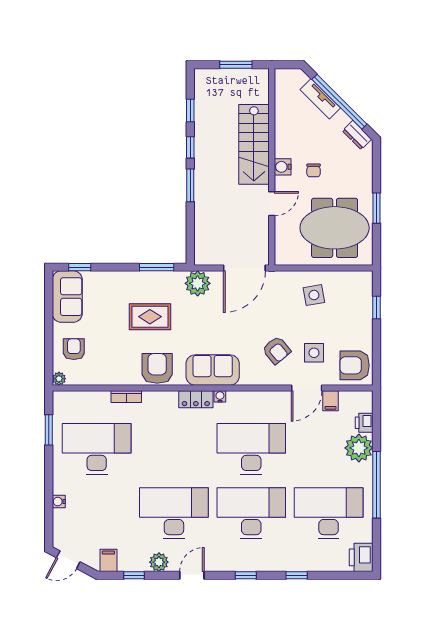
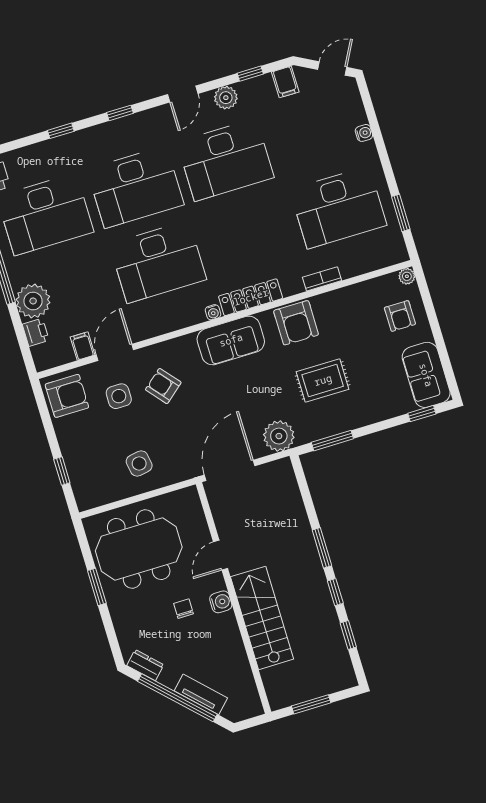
locker: (196, 399) -> (251, 297), width x1.53

